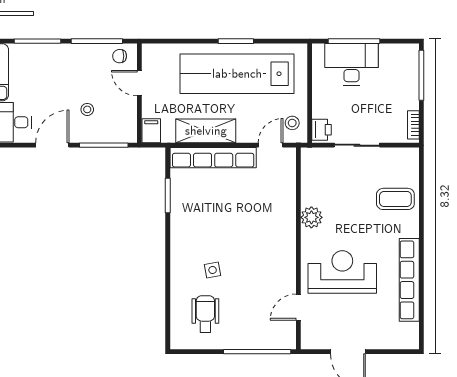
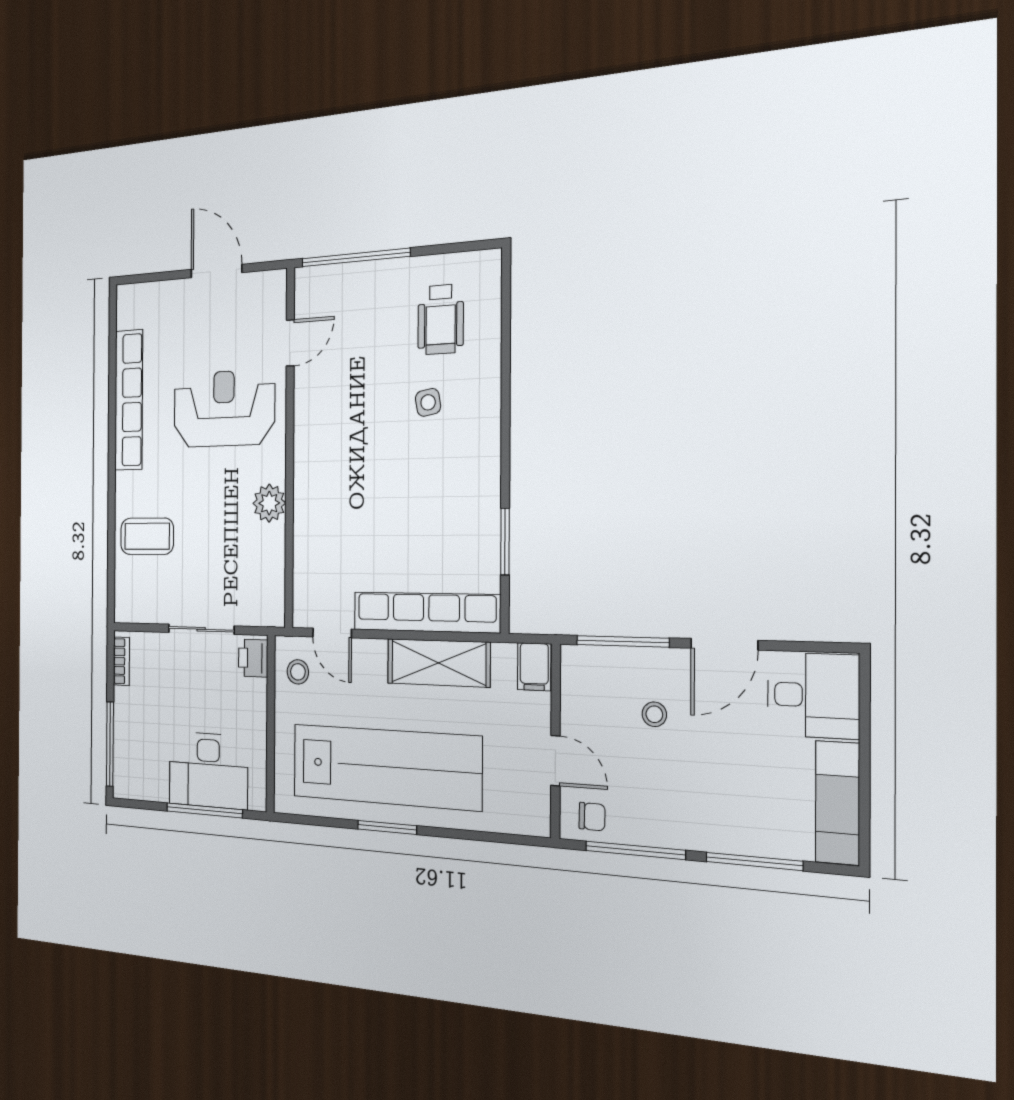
door: (271, 145) -> (332, 633), hinge flipped
reception desk: (342, 272) -> (224, 409), turned 180

